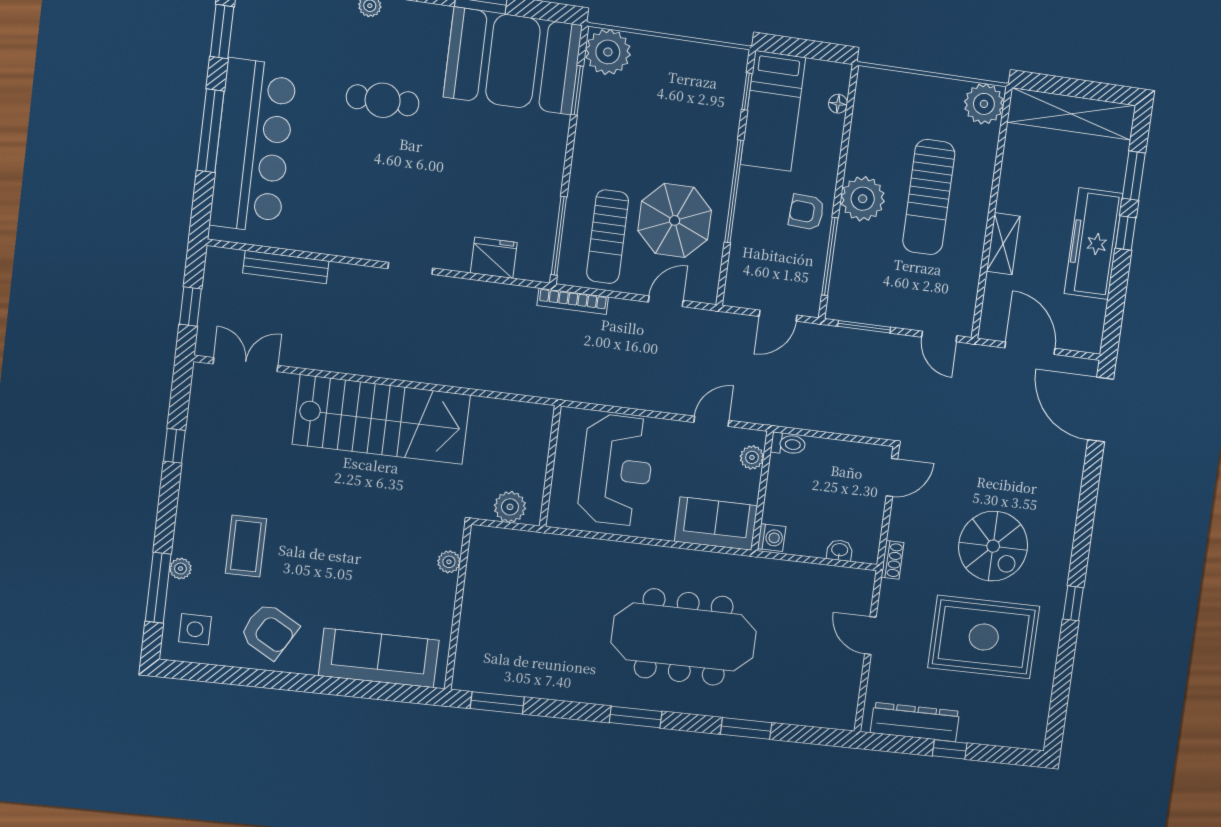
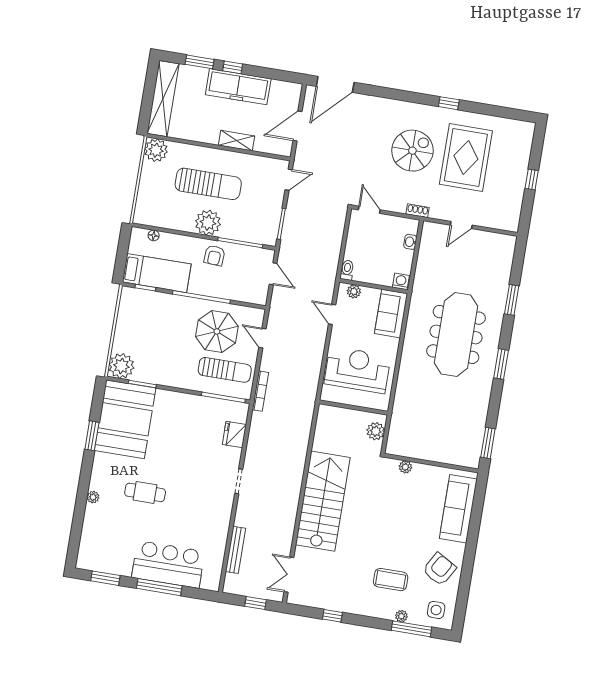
cafe table: (383, 100) -> (145, 492), turned 90
bar counter: (253, 146) -> (168, 564), width x0.73
dresser: (915, 722) -> (514, 200), removed

